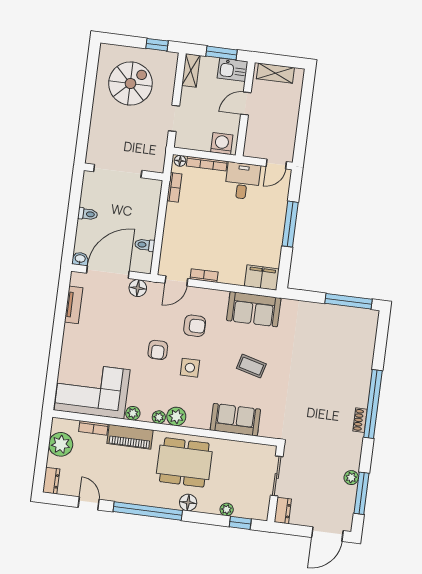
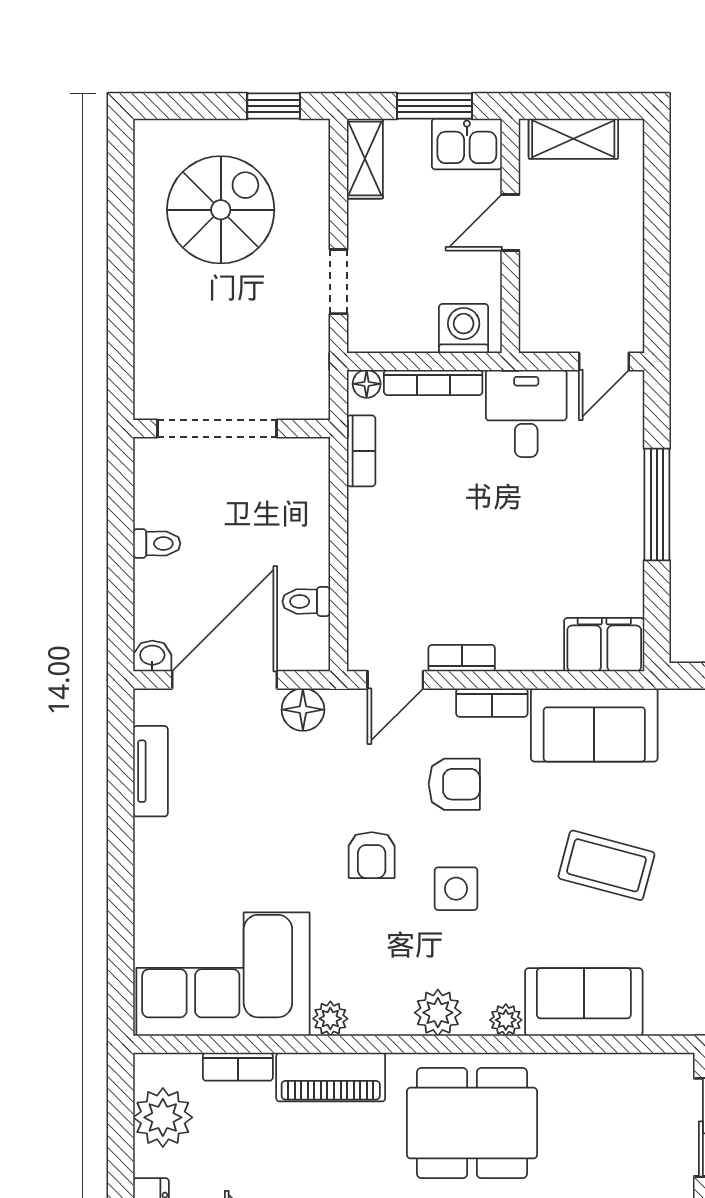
bookcase: (214, 295) -> (492, 703), added
coffee table: (251, 366) -> (606, 865), width x1.36, depth x1.30
plant: (159, 417) -> (506, 1020), moved

